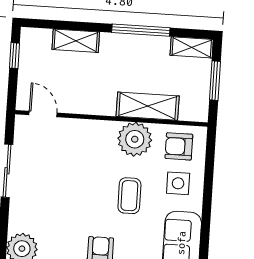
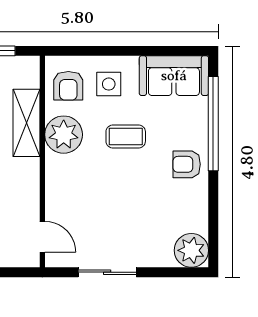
door: (43, 114) -> (42, 237), swing flipped

